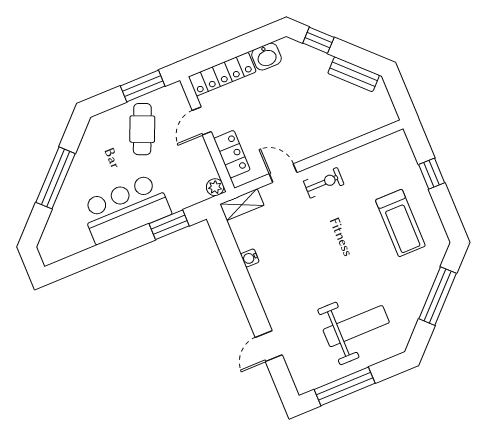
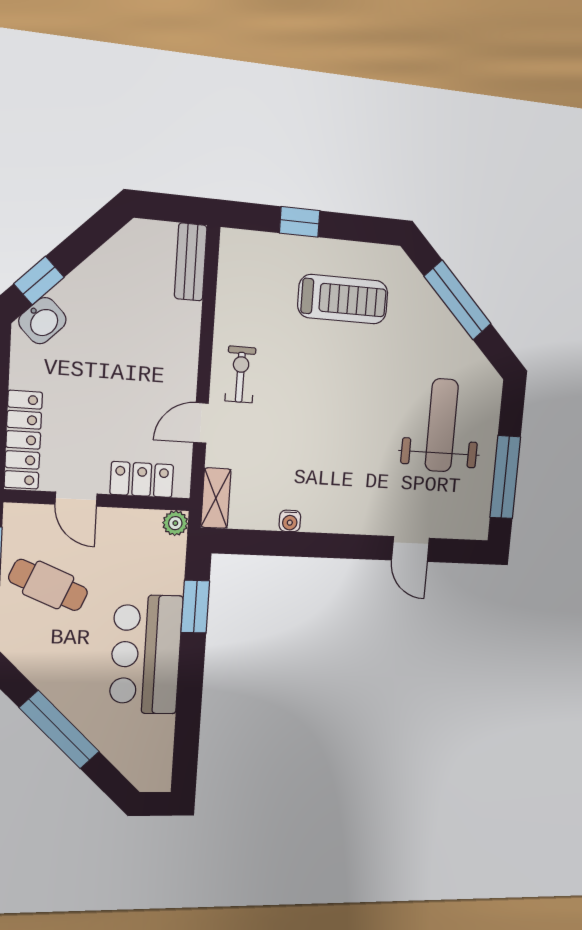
washbasin: (266, 57) -> (42, 321), moved, turned 45
bench: (354, 74) -> (191, 262), moved, turned -45

